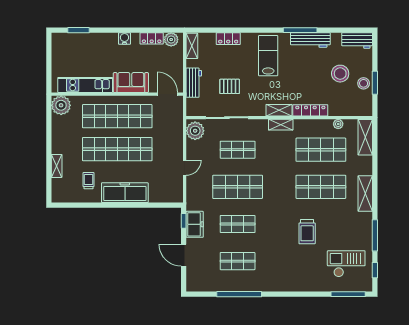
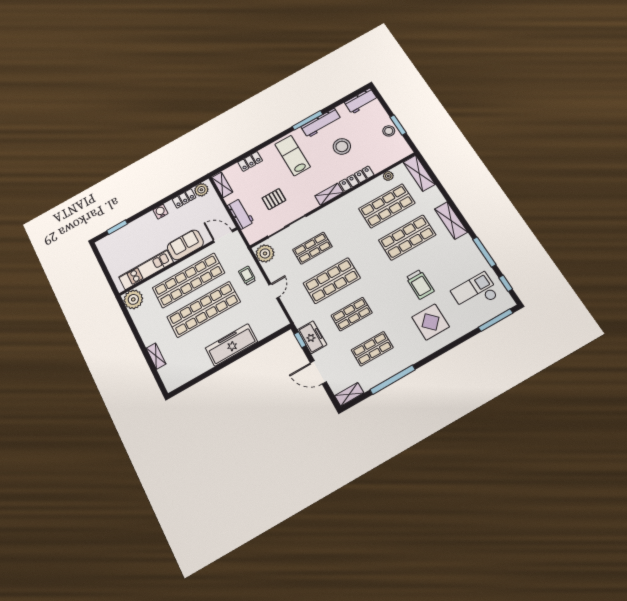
stool: (340, 74) -> (342, 146), moved
shelving: (281, 125) -> (349, 394), moved
trolley: (88, 181) -> (247, 276), moved
display table: (297, 266) -> (431, 322), added

